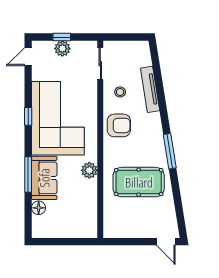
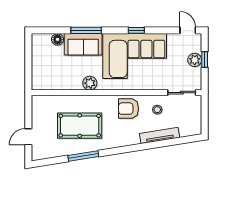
armchair: (119, 125) -> (128, 109), turned 90
window: (170, 151) -> (83, 156), moved
pool table: (139, 182) -> (80, 126), turned 90
door: (166, 242) -> (28, 137), moved

